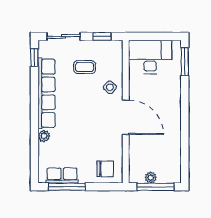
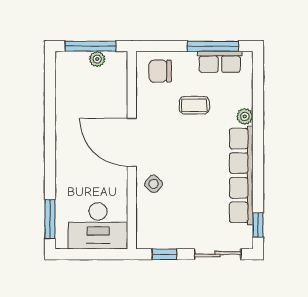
coffee table: (85, 67) -> (194, 105), moved

